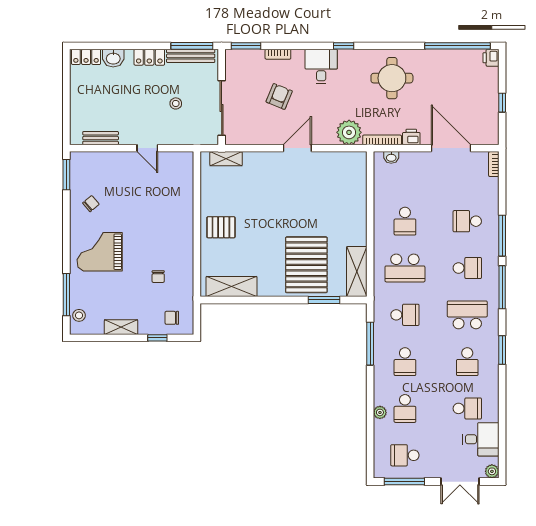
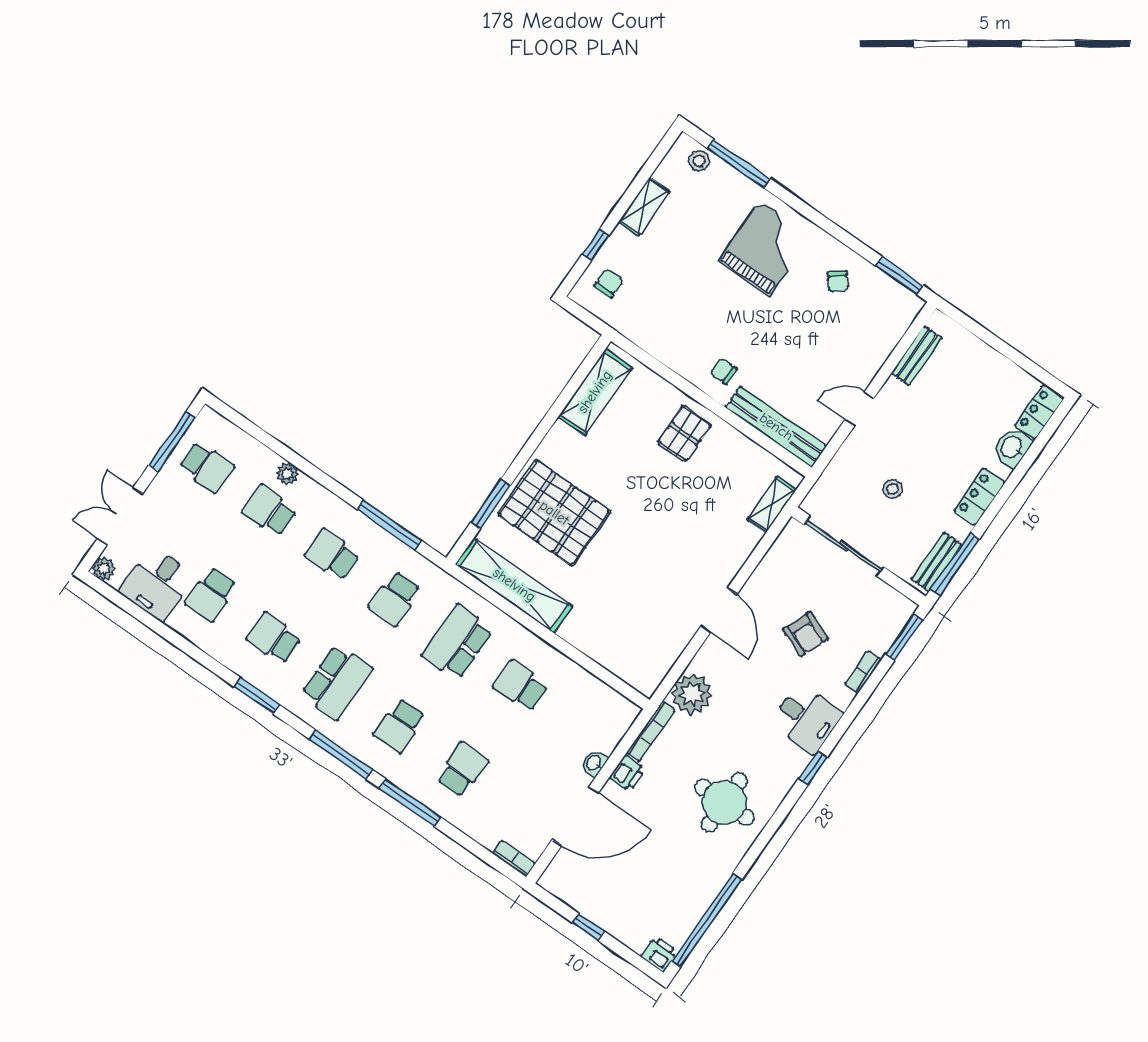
bench: (191, 56) -> (937, 562), width x0.73
washbasin: (391, 157) -> (594, 763), moved
bench: (185, 184) -> (776, 427), added
shelving: (357, 272) -> (514, 585), width x1.47
chair: (158, 277) -> (723, 371), moved
school desk: (405, 455) -> (207, 467), turned 90

